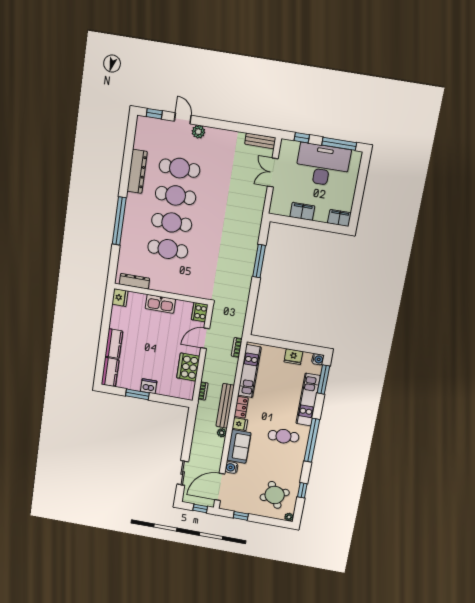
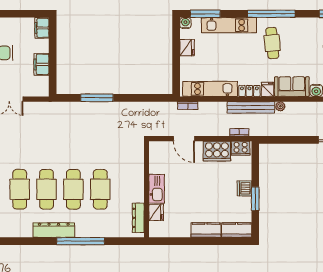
dresser: (137, 171) -> (54, 230), moved
fridge: (120, 298) -> (156, 213), moved, turned 90
cooker: (200, 312) -> (241, 148), moved

